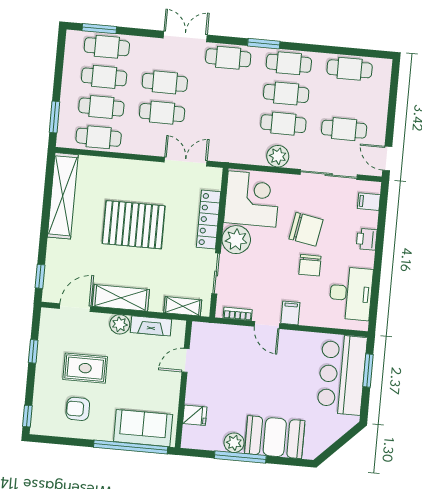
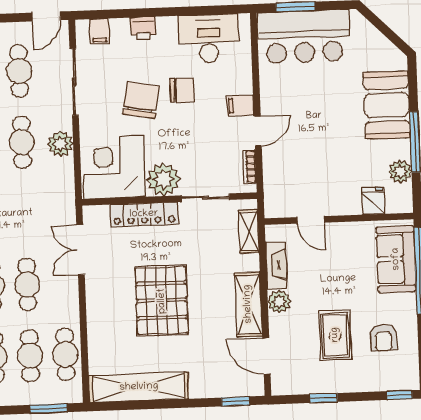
plant: (234, 443) -> (400, 172), moved

